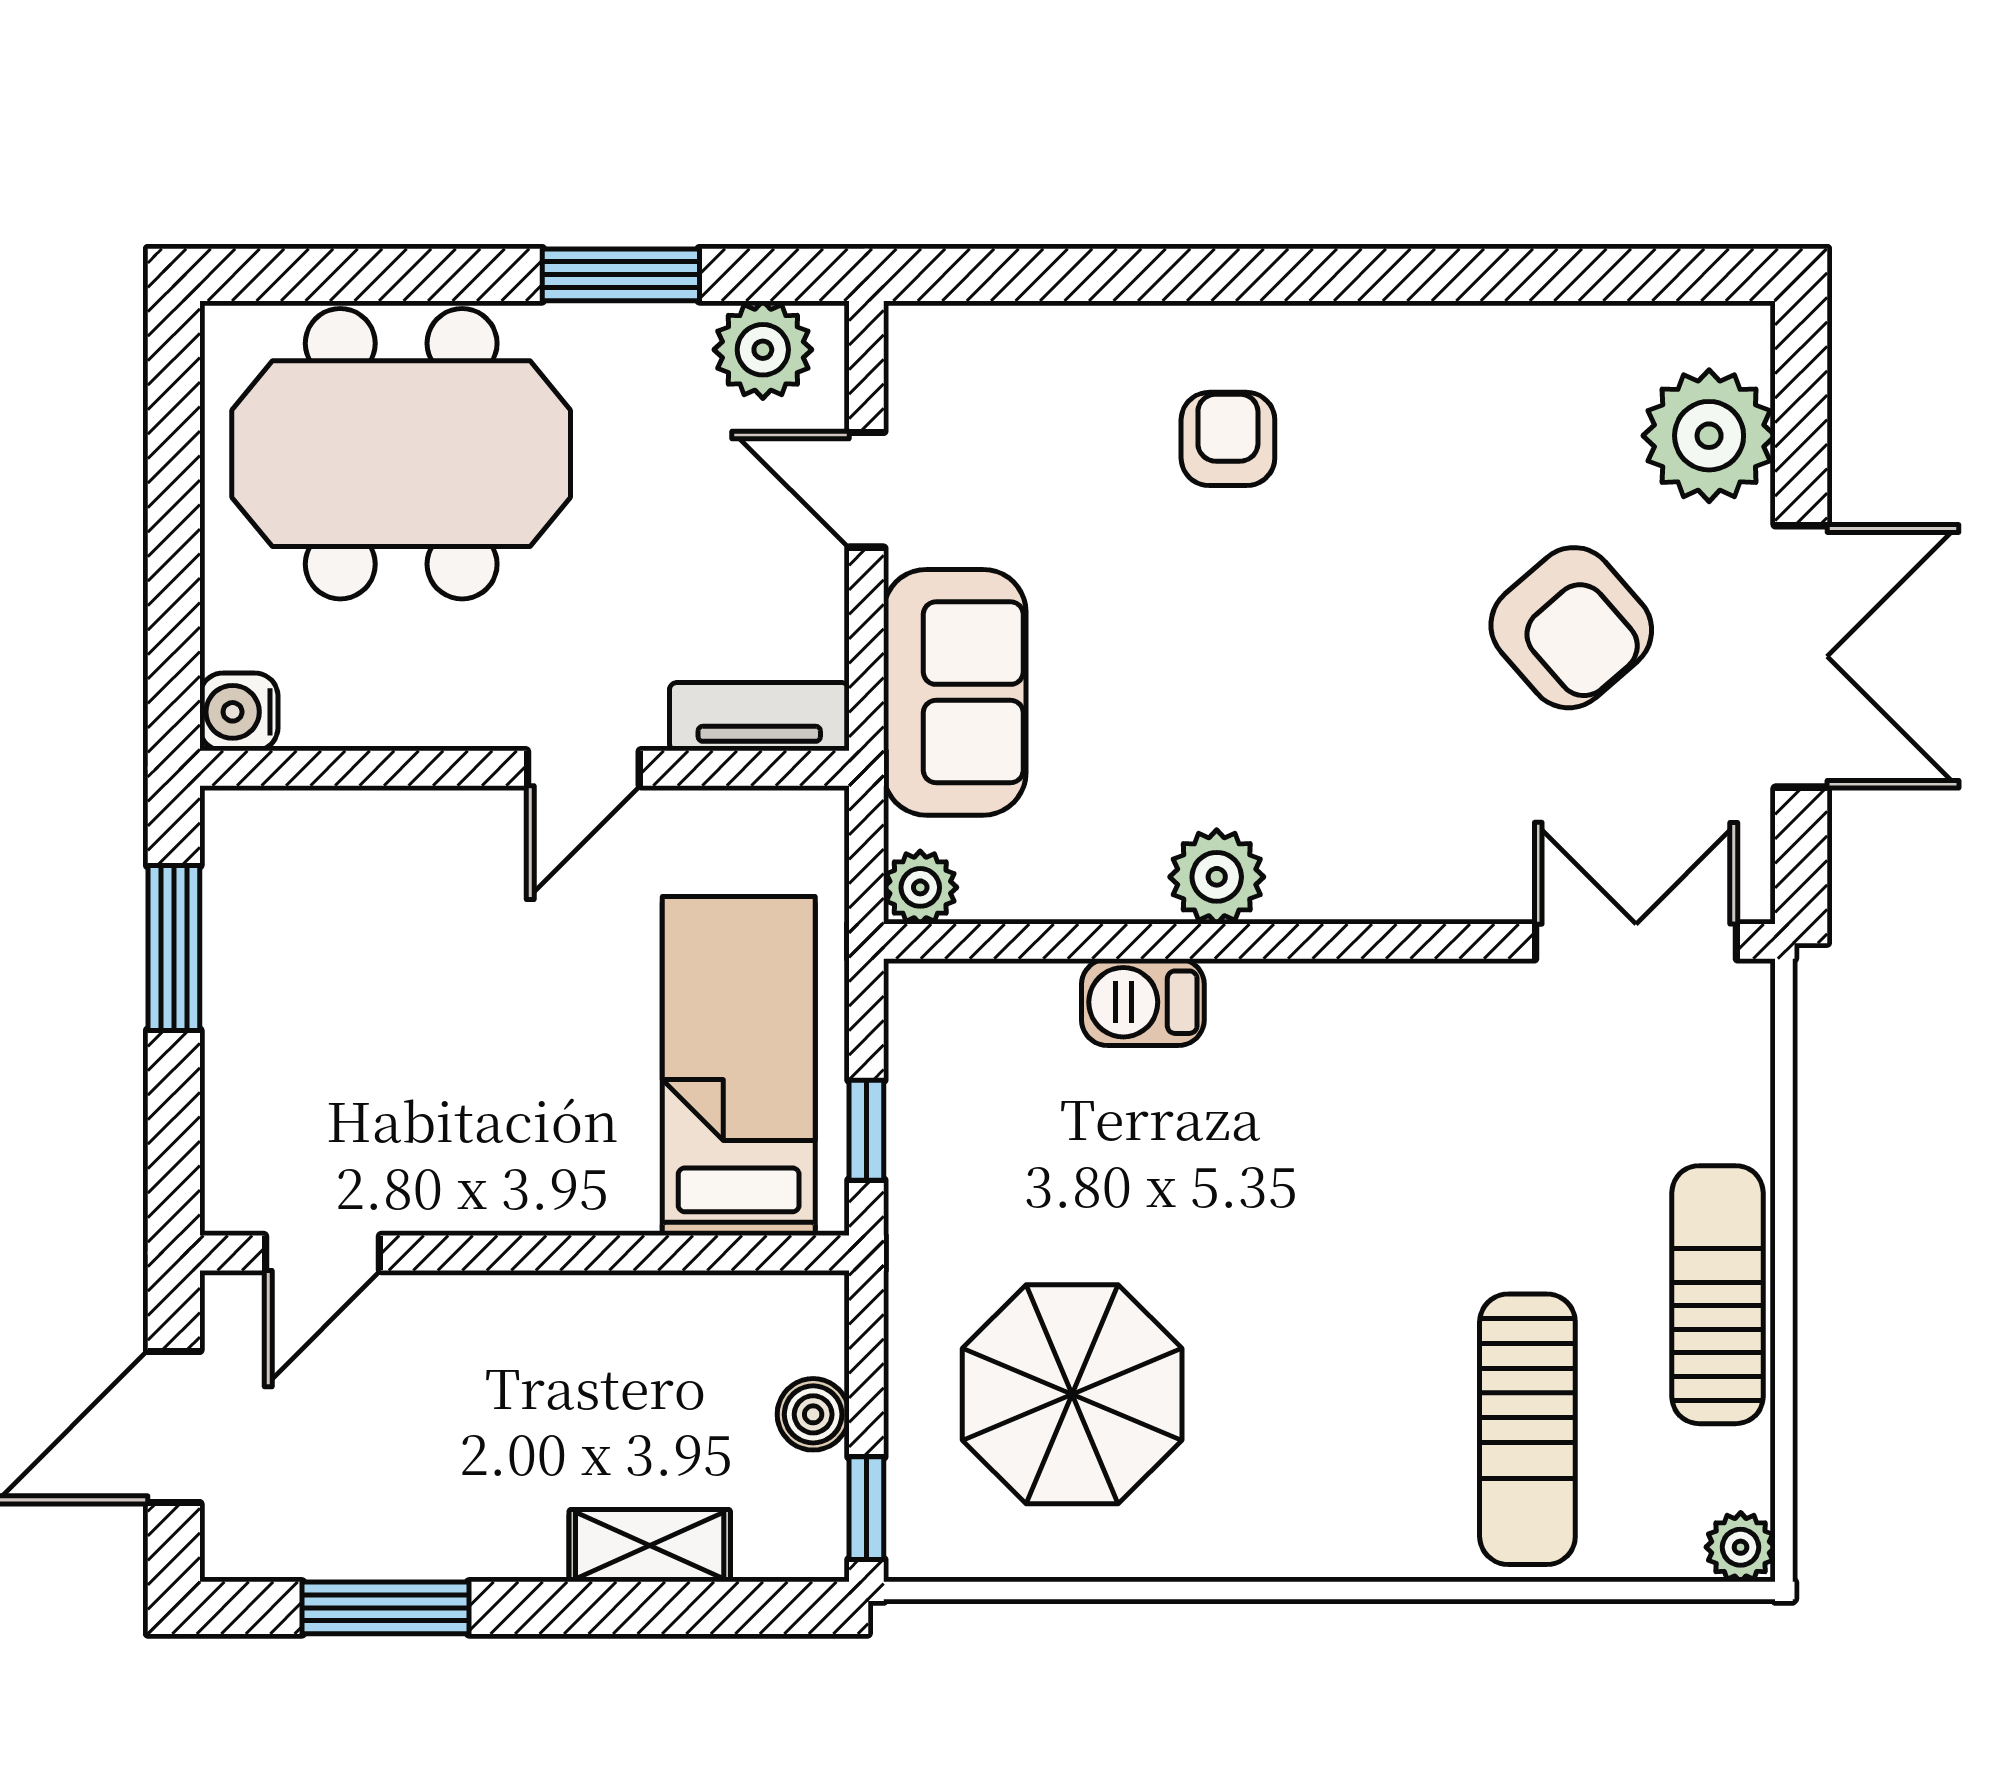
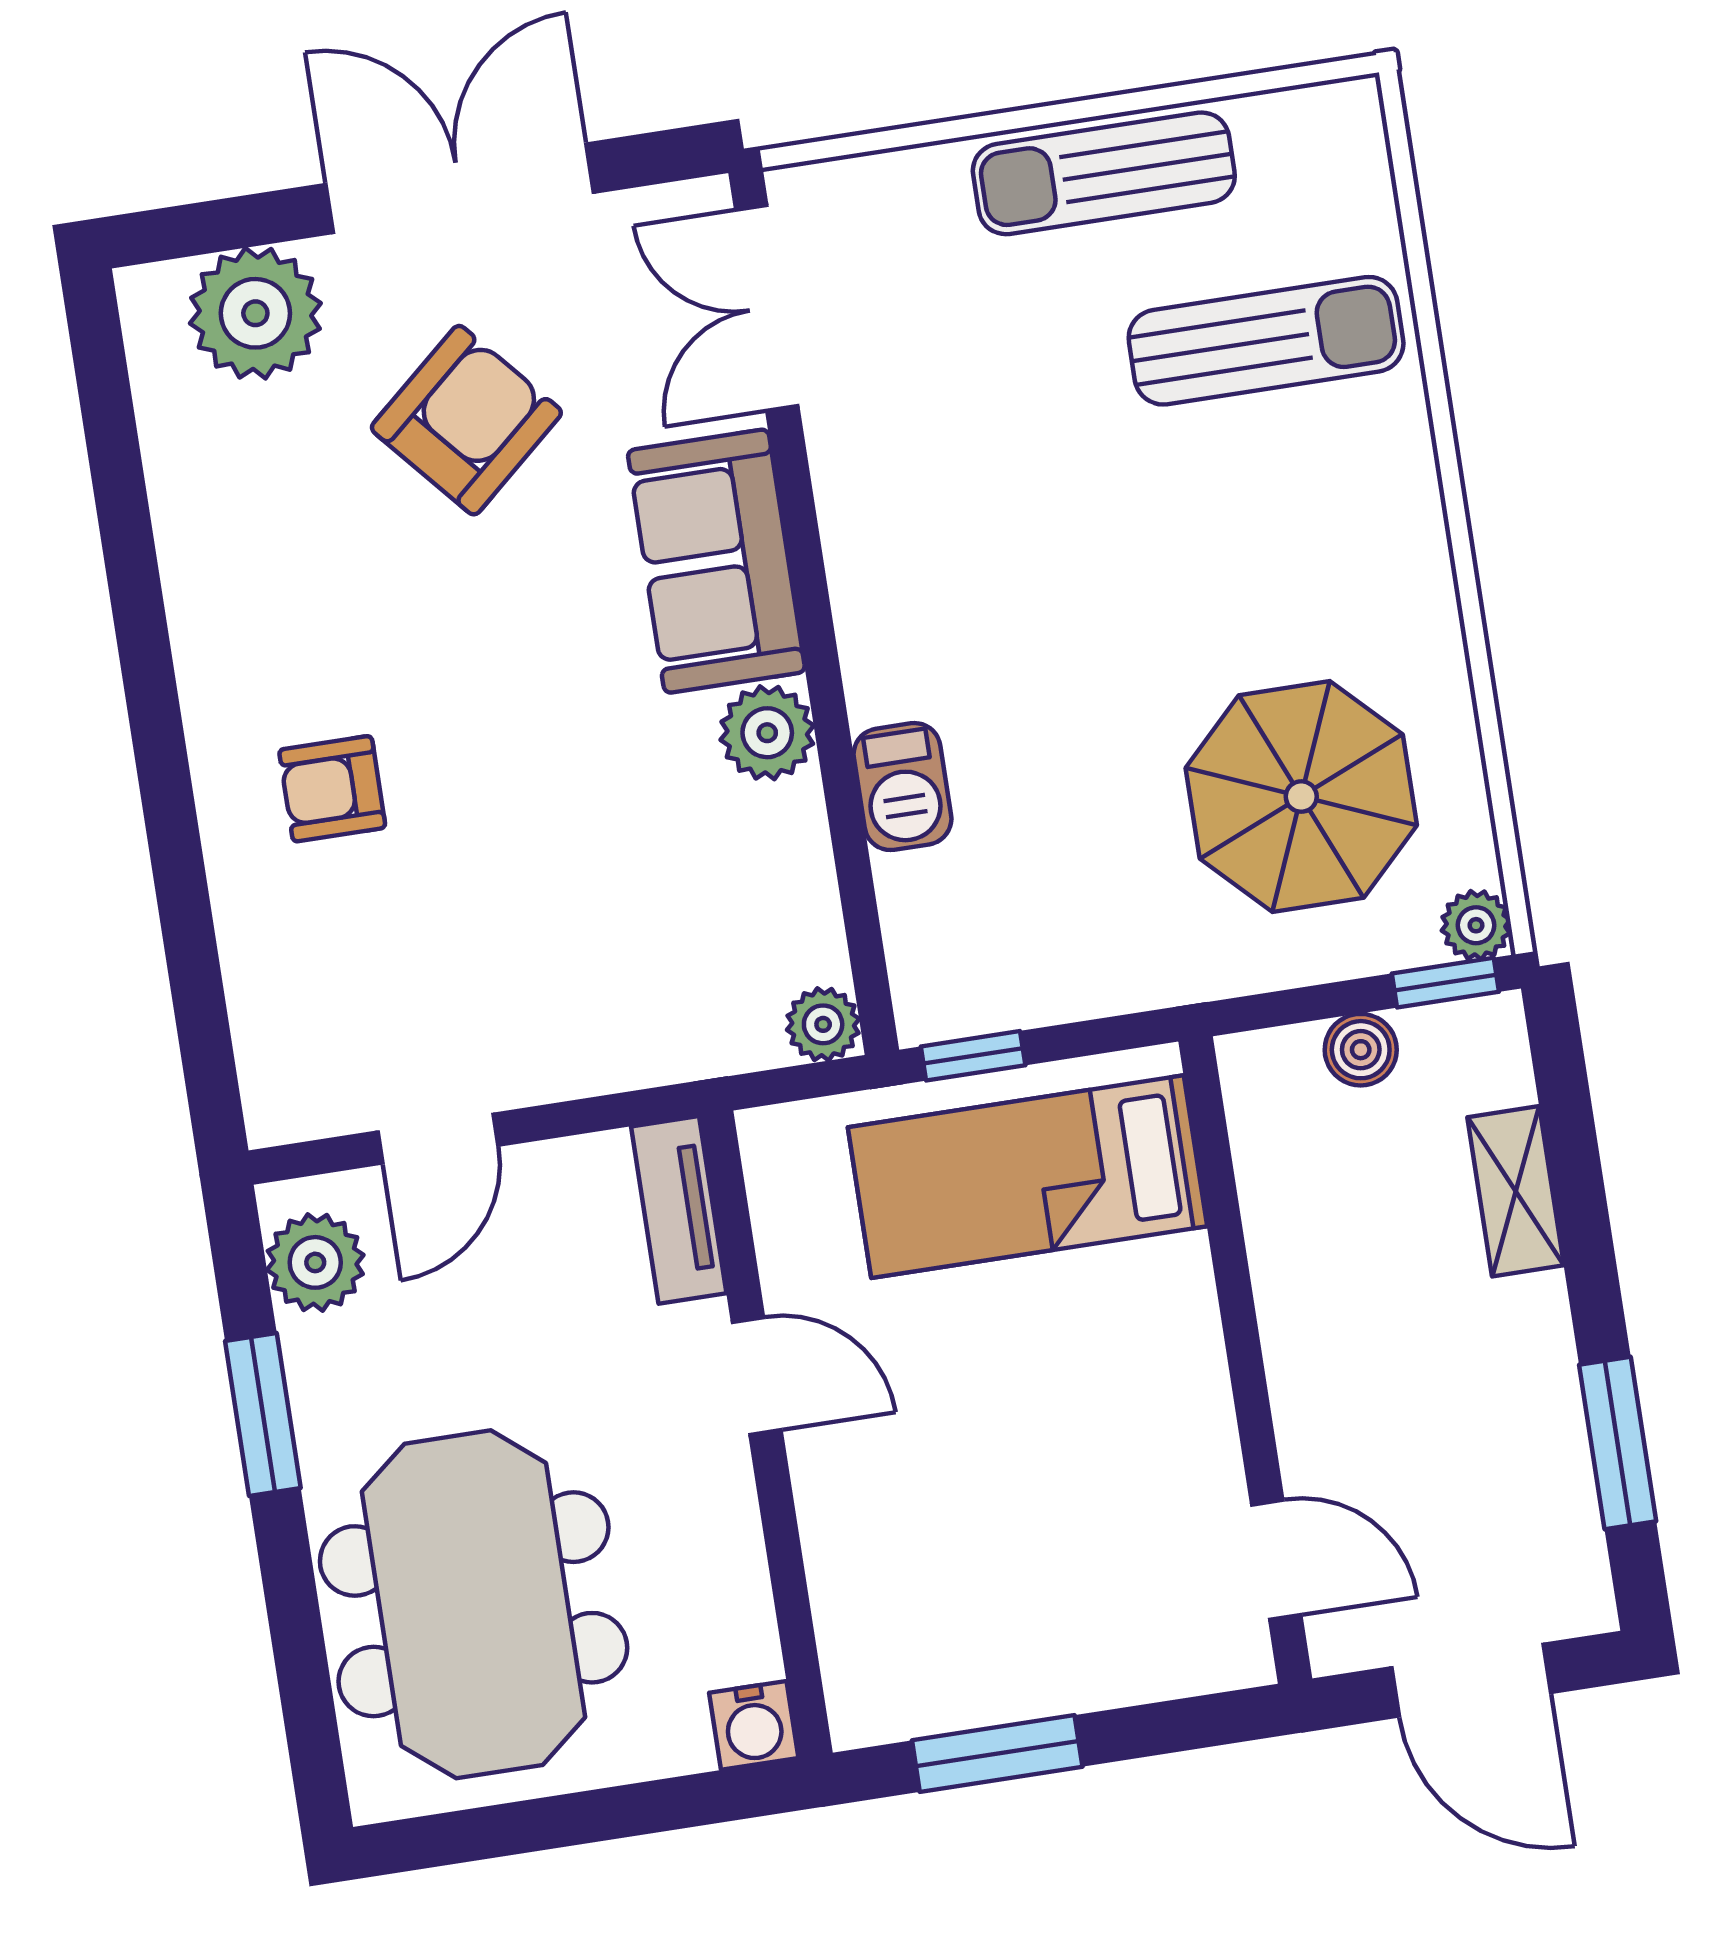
sofa: (955, 692) -> (716, 561), moved, turned -90
window: (866, 1130) -> (973, 1056), moved
plant: (1741, 1547) -> (1476, 925), moved

